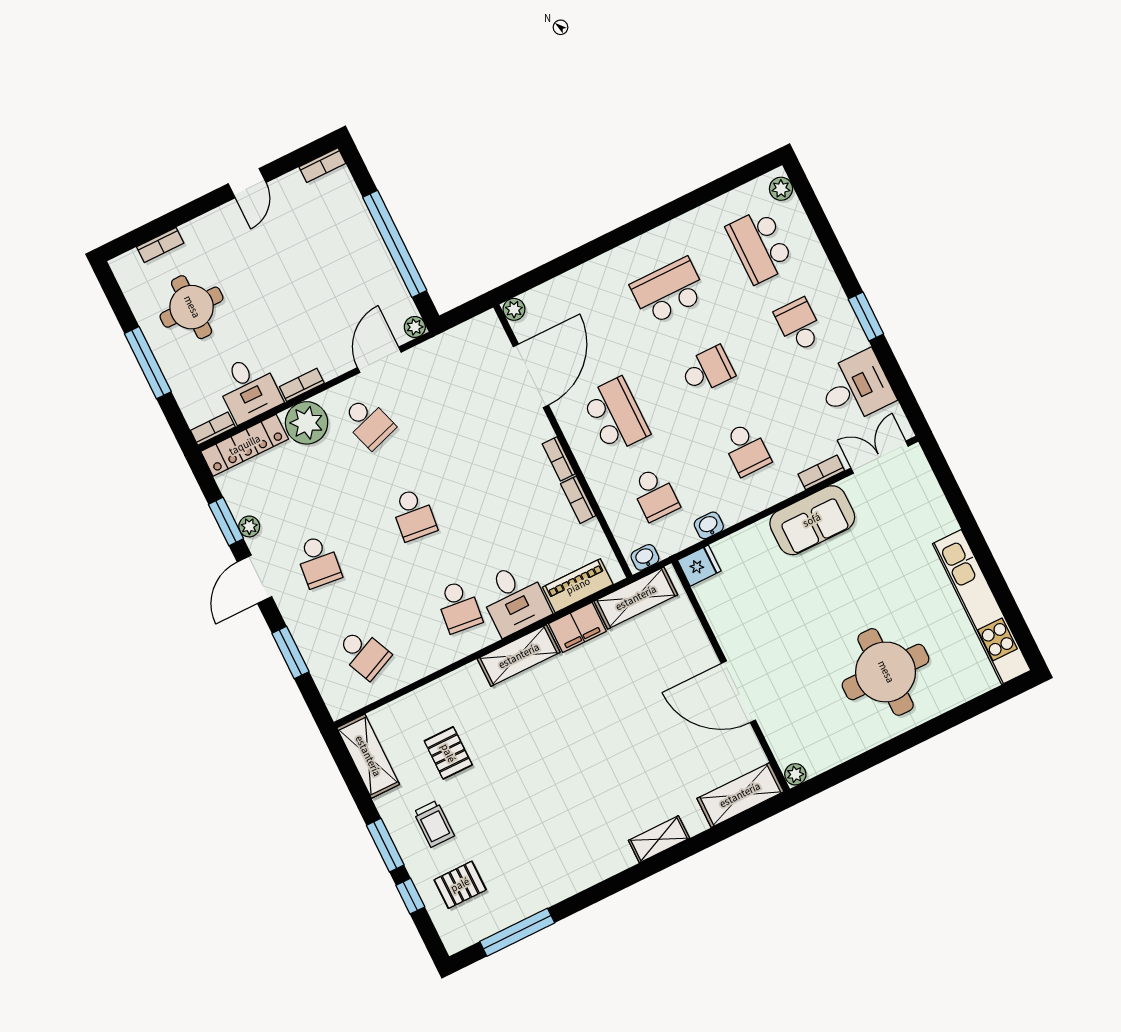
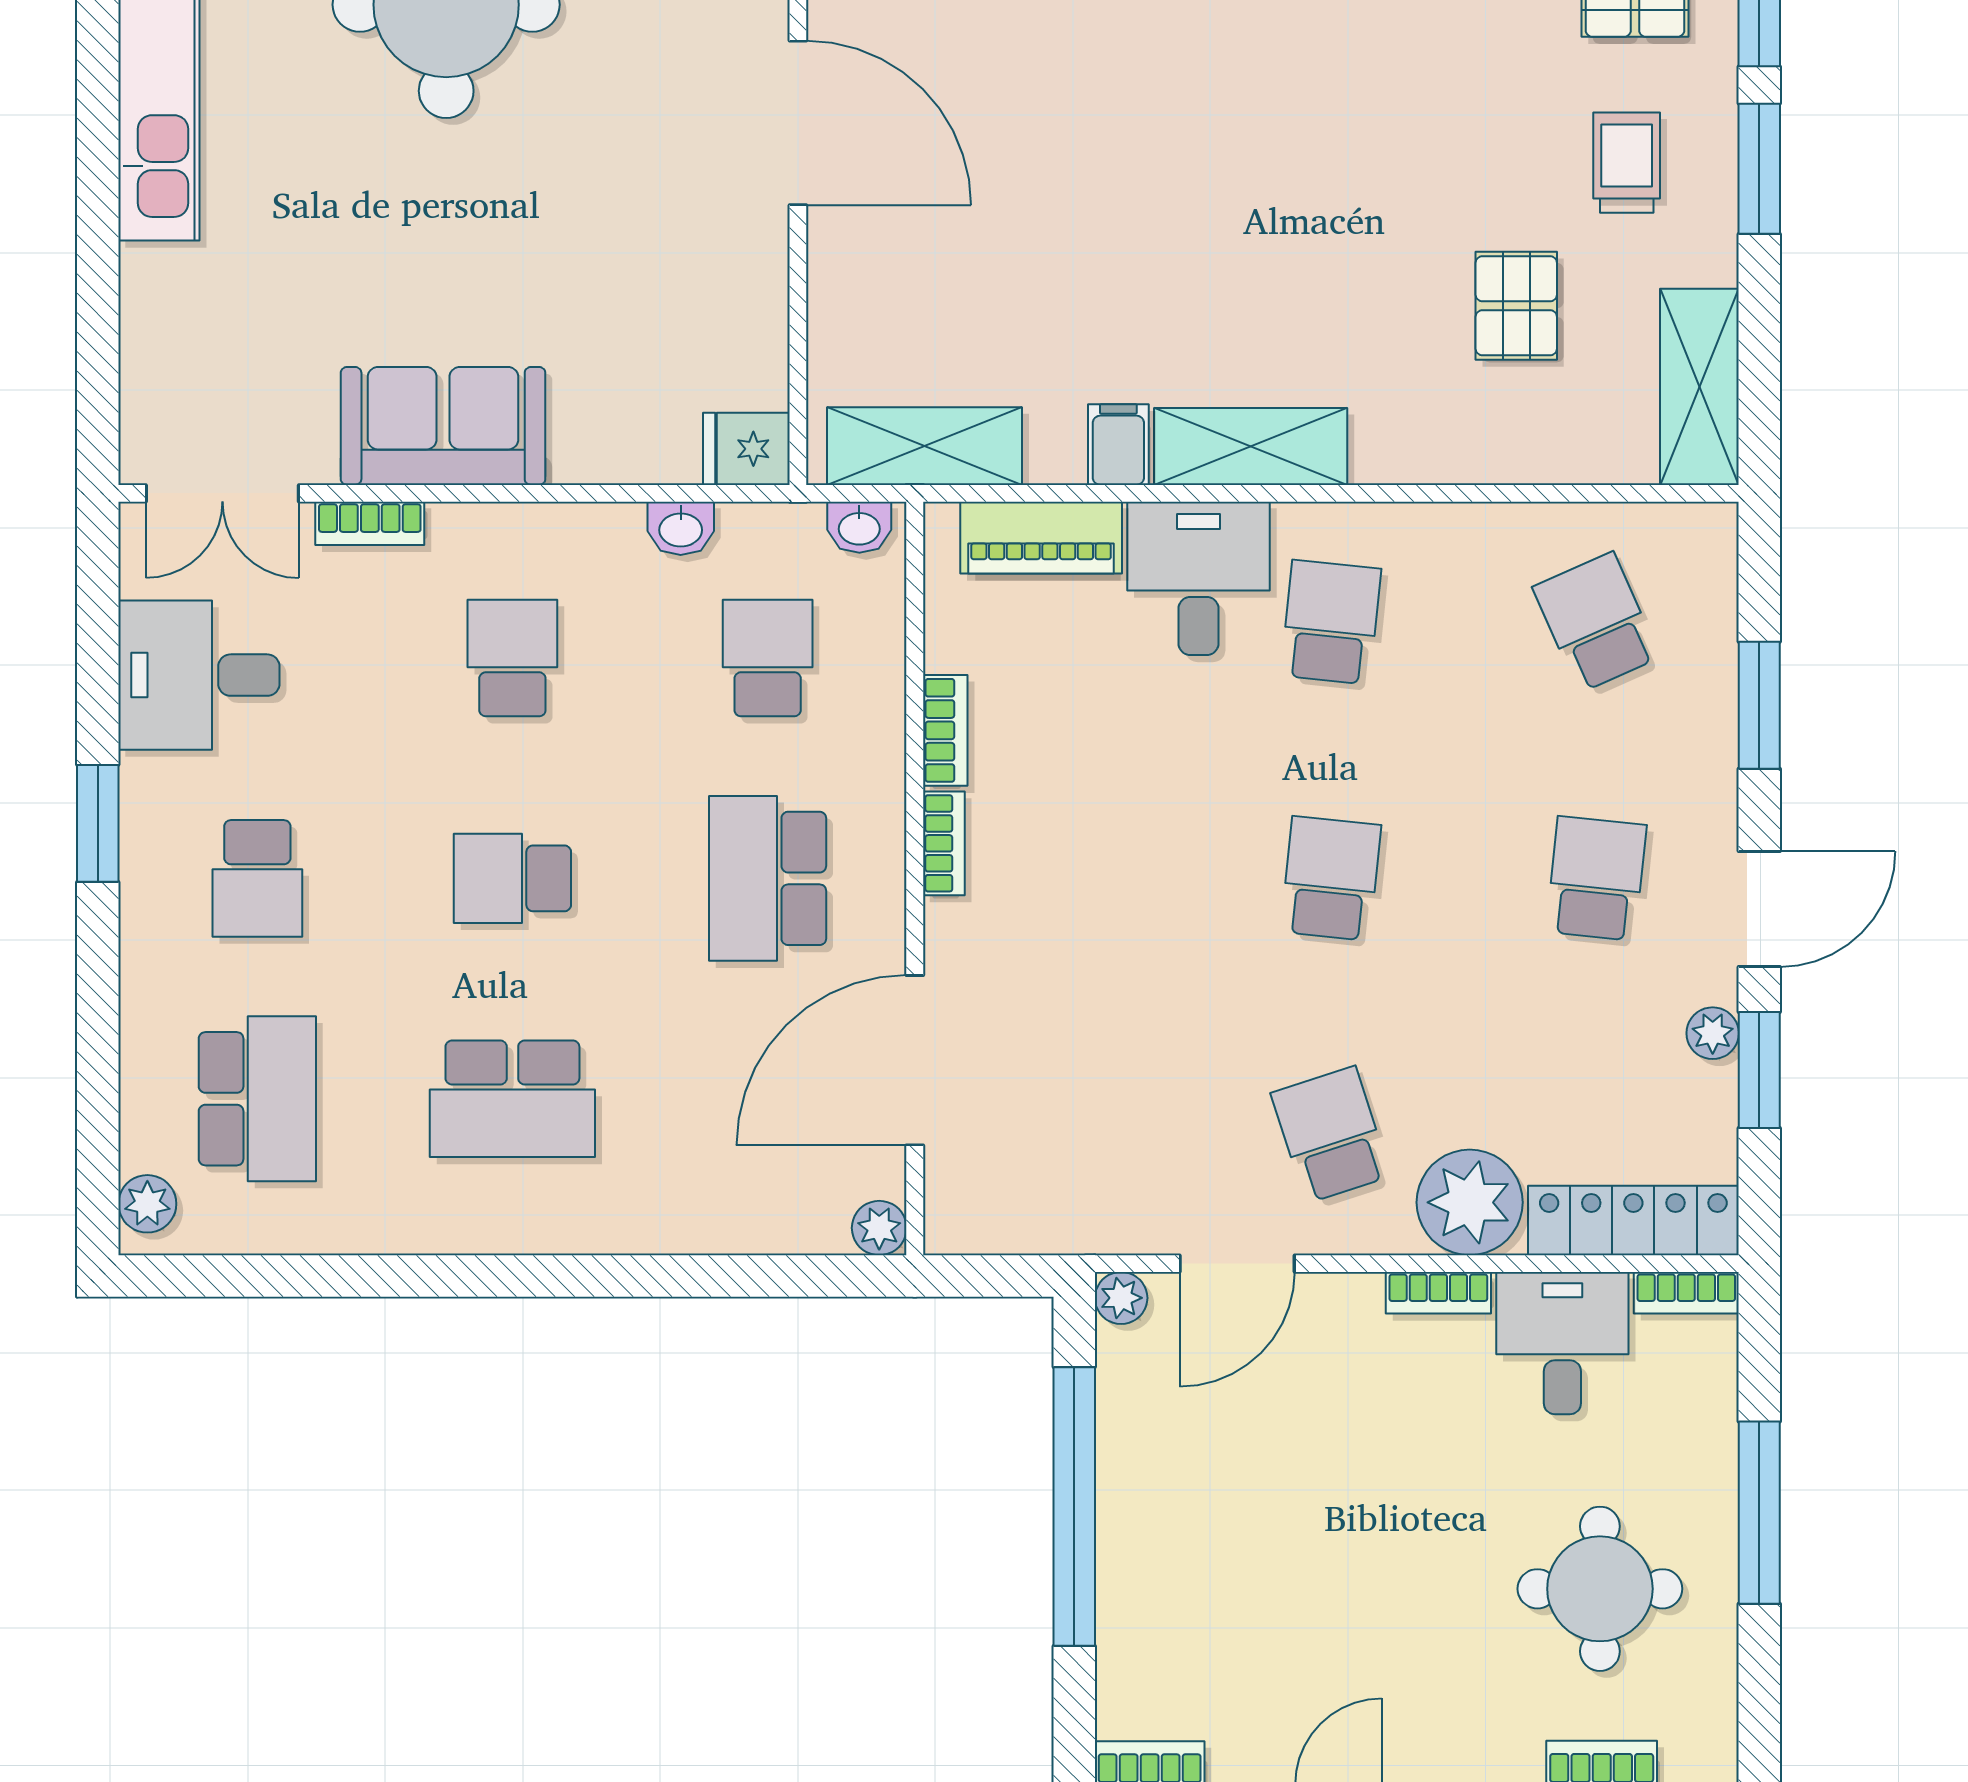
filing cabinet: (577, 627) -> (1118, 445), width x0.50

